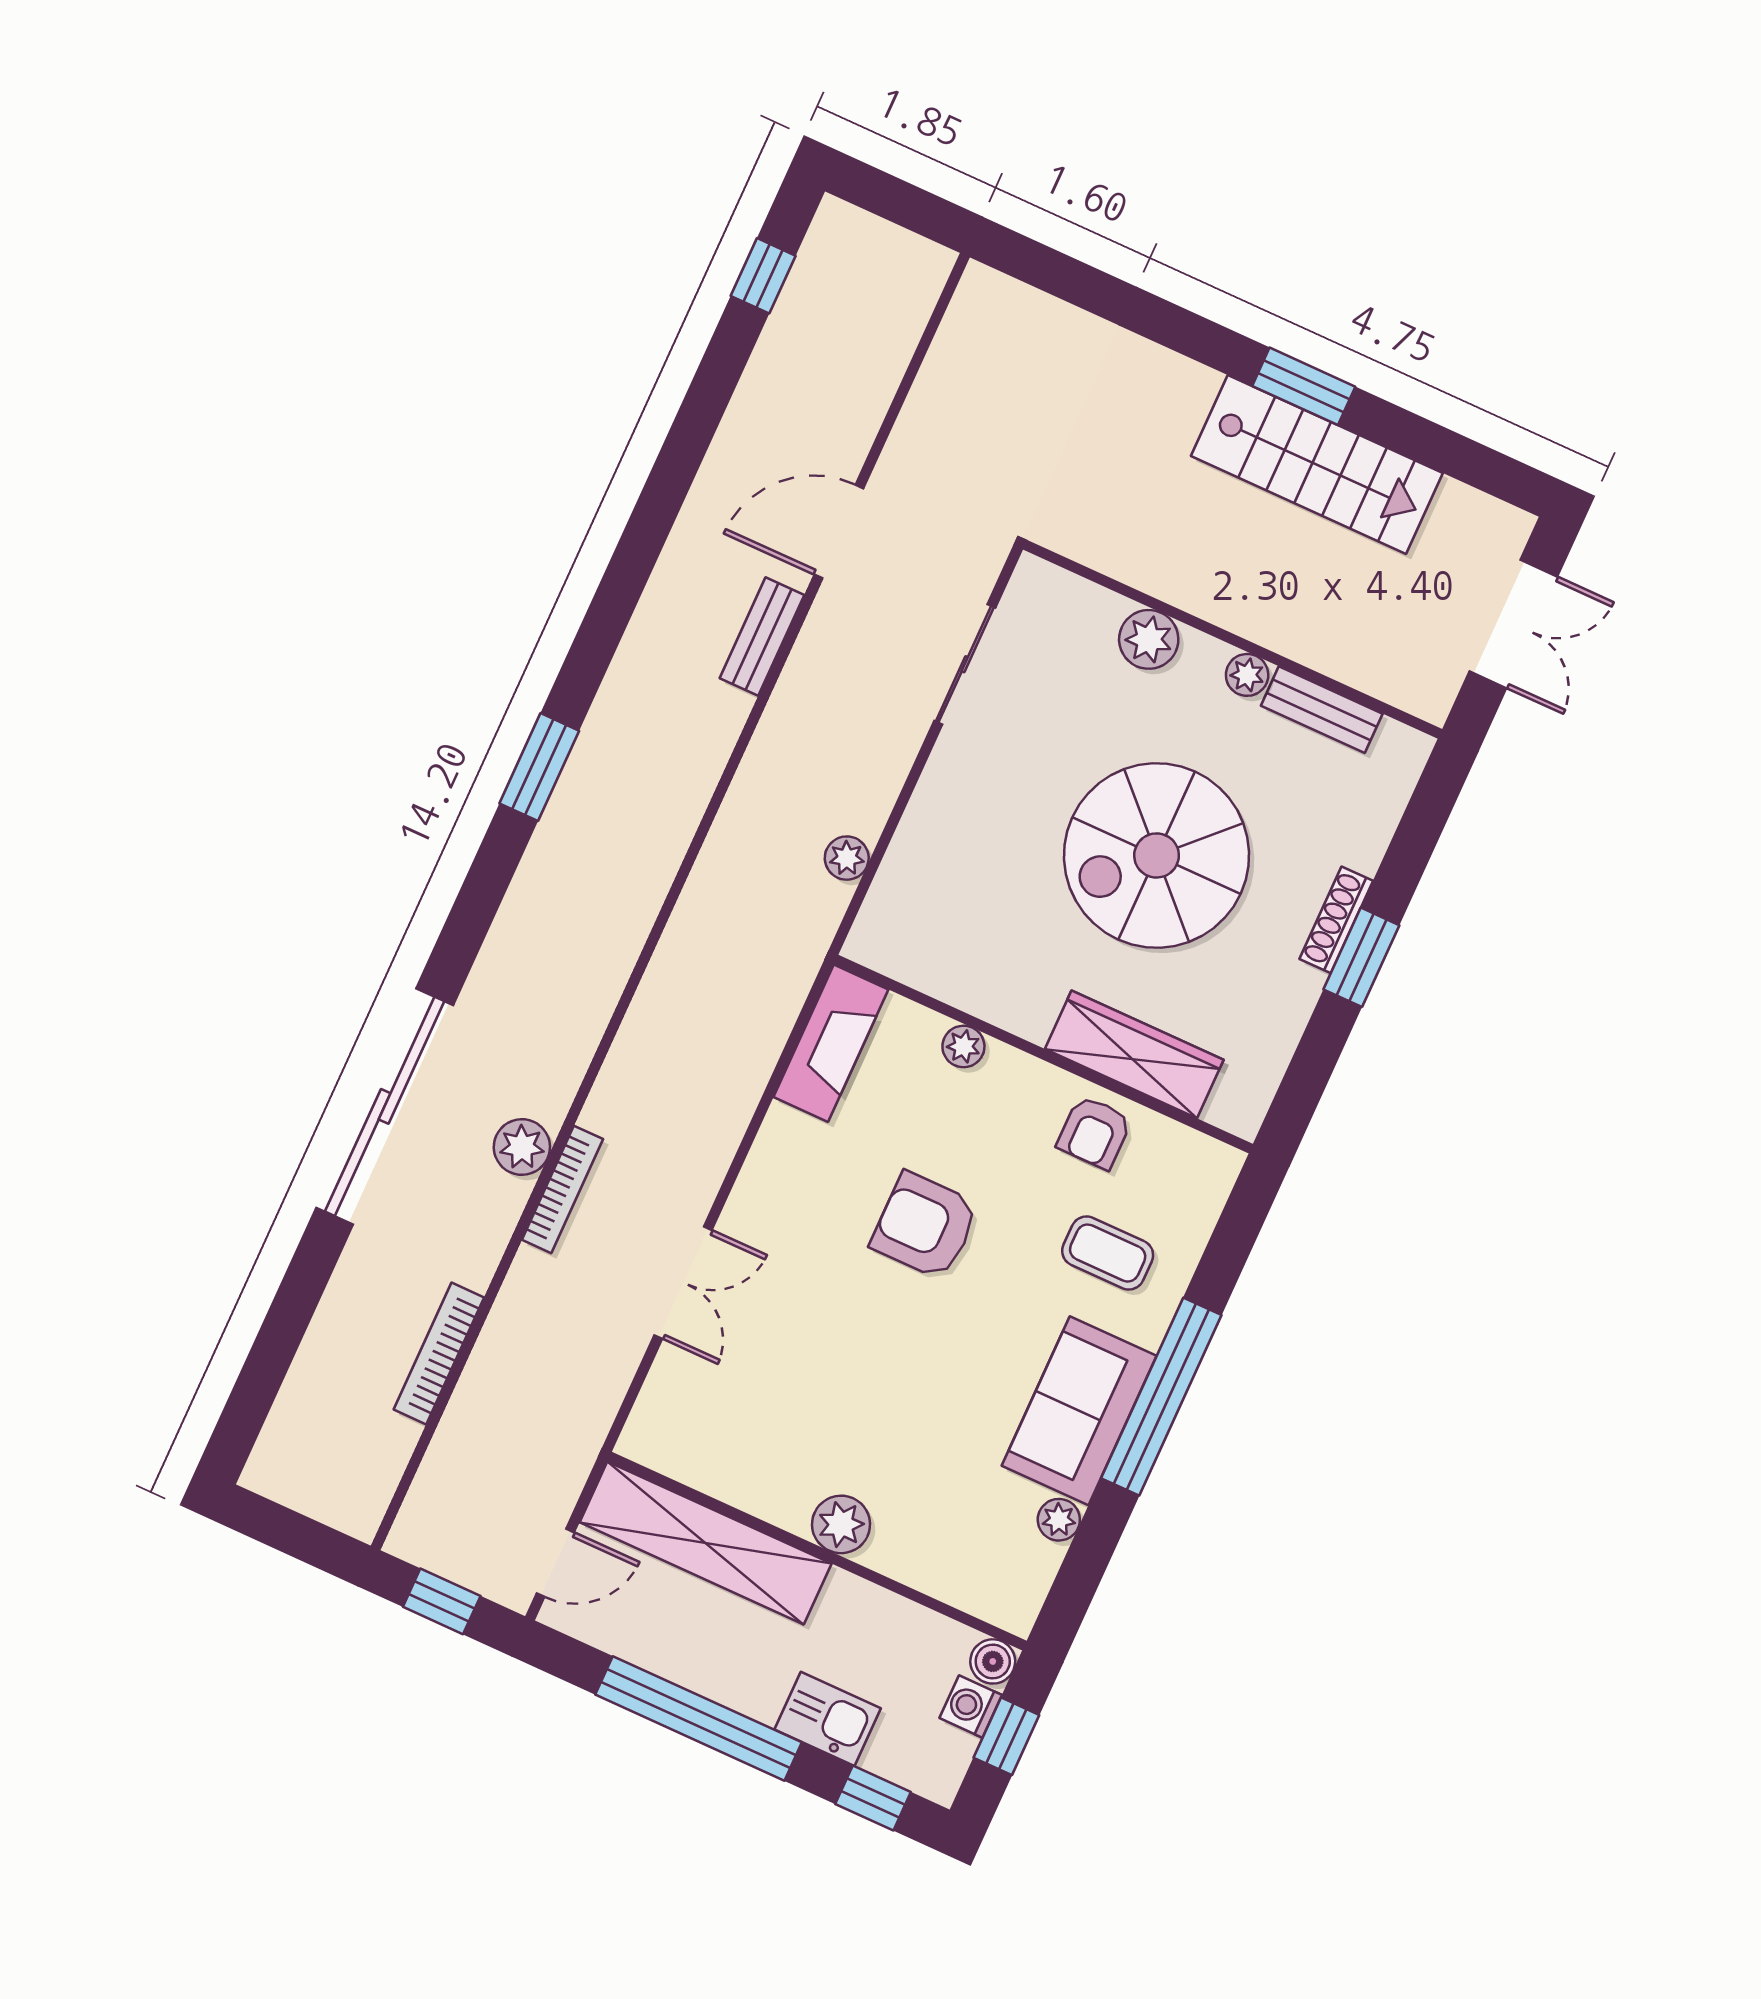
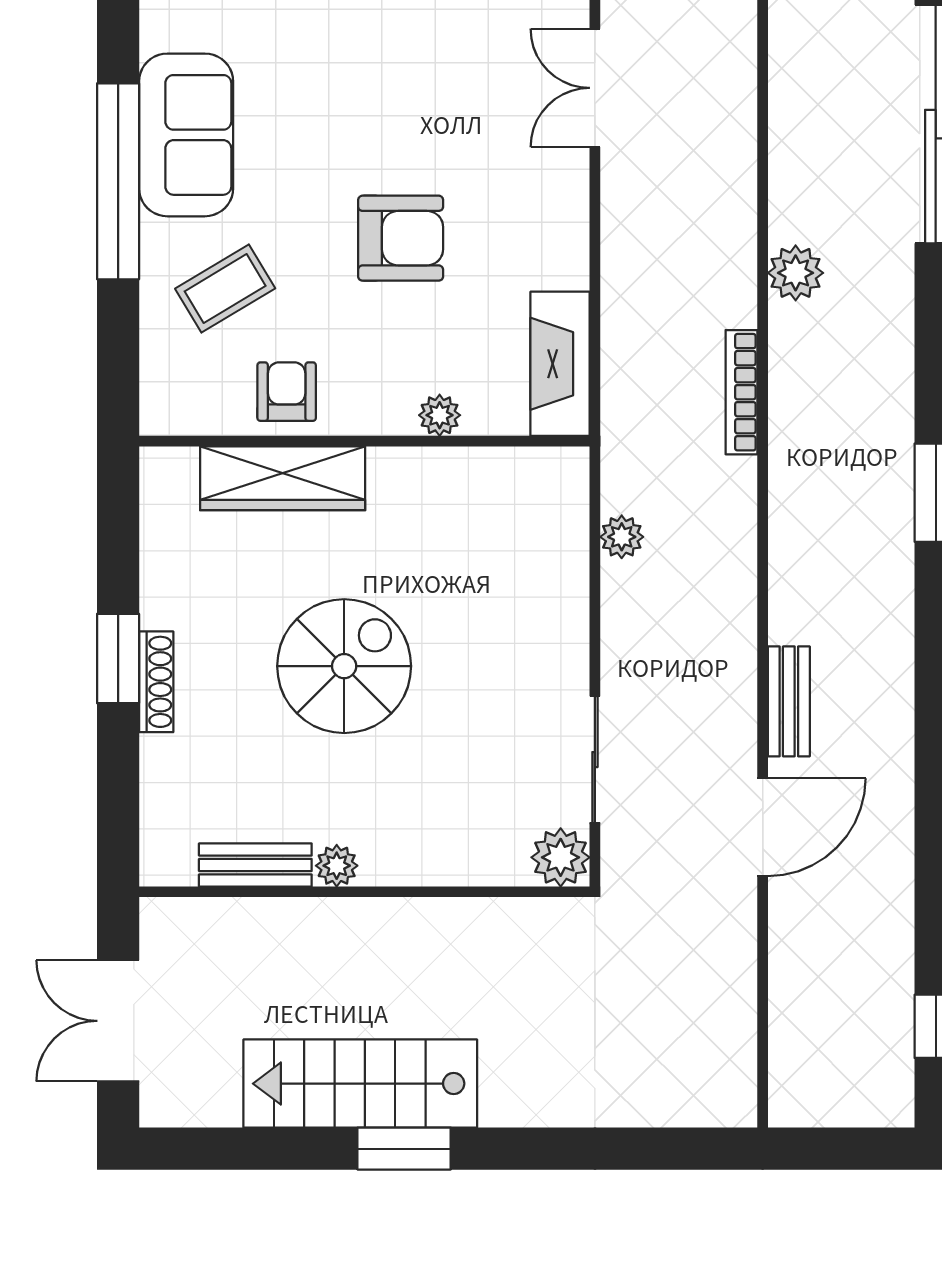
plant: (1149, 639) -> (561, 857), moved
spiral stairs: (1157, 855) -> (344, 666), width x0.73, depth x0.73
plant: (522, 1147) -> (796, 273), moved
bookcase: (563, 1189) -> (742, 392), moved
coffee table: (1108, 1253) -> (225, 289), turned -31
plant: (1059, 1520) -> (160, 29), removed

